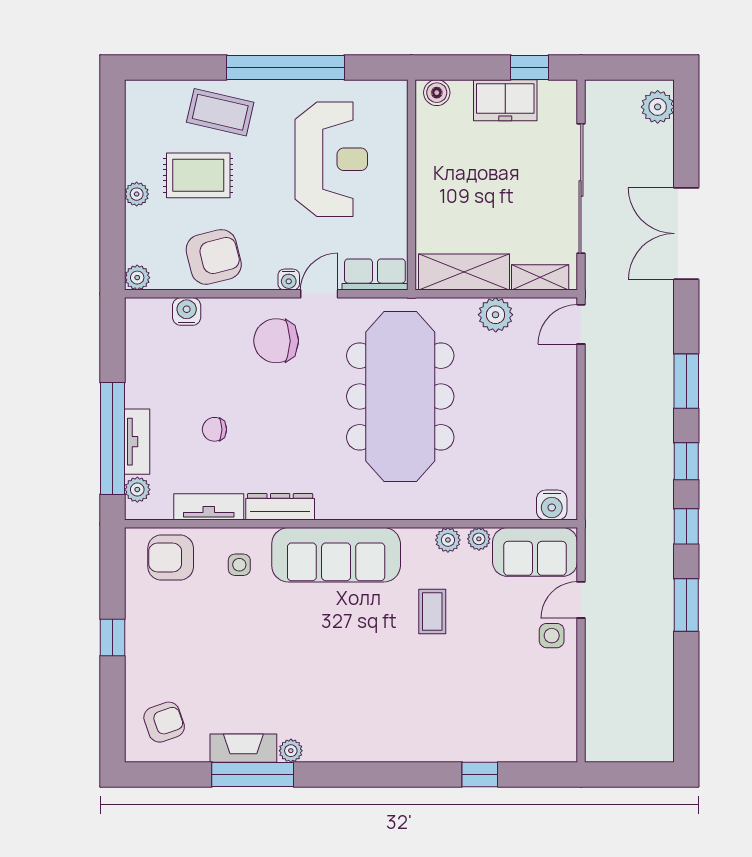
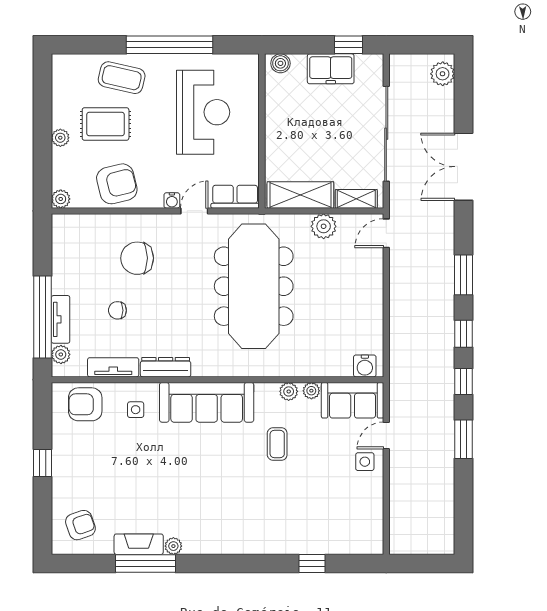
water cooler: (187, 311) -> (97, 224), removed
chair: (276, 341) -> (137, 258), moved

